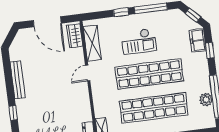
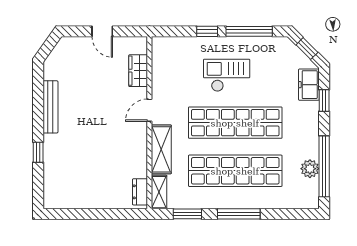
door: (47, 22) -> (102, 31), width x0.53
wardrobe: (75, 36) -> (138, 71), moved
checkout: (139, 41) -> (227, 75), turned 180
shelving: (92, 43) -> (161, 149), moved

